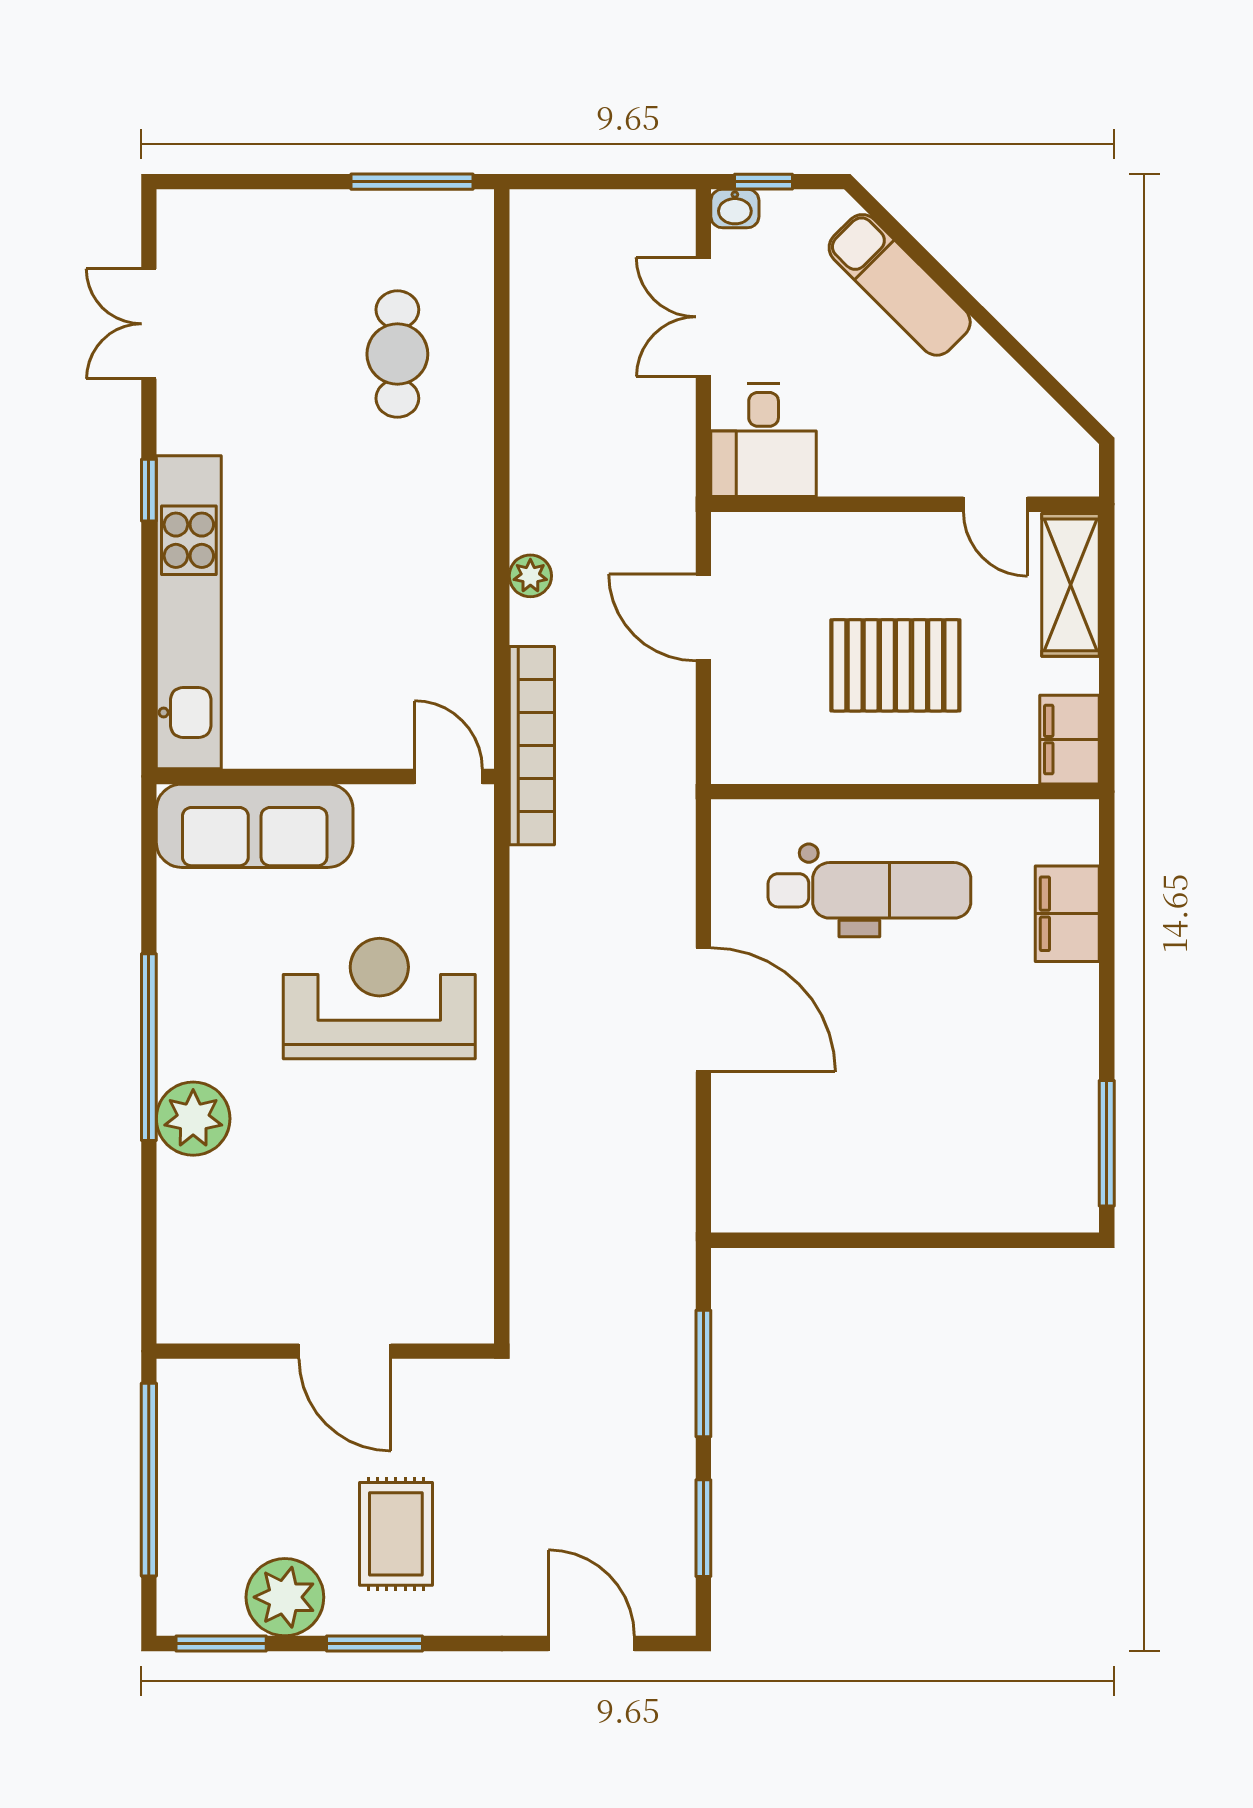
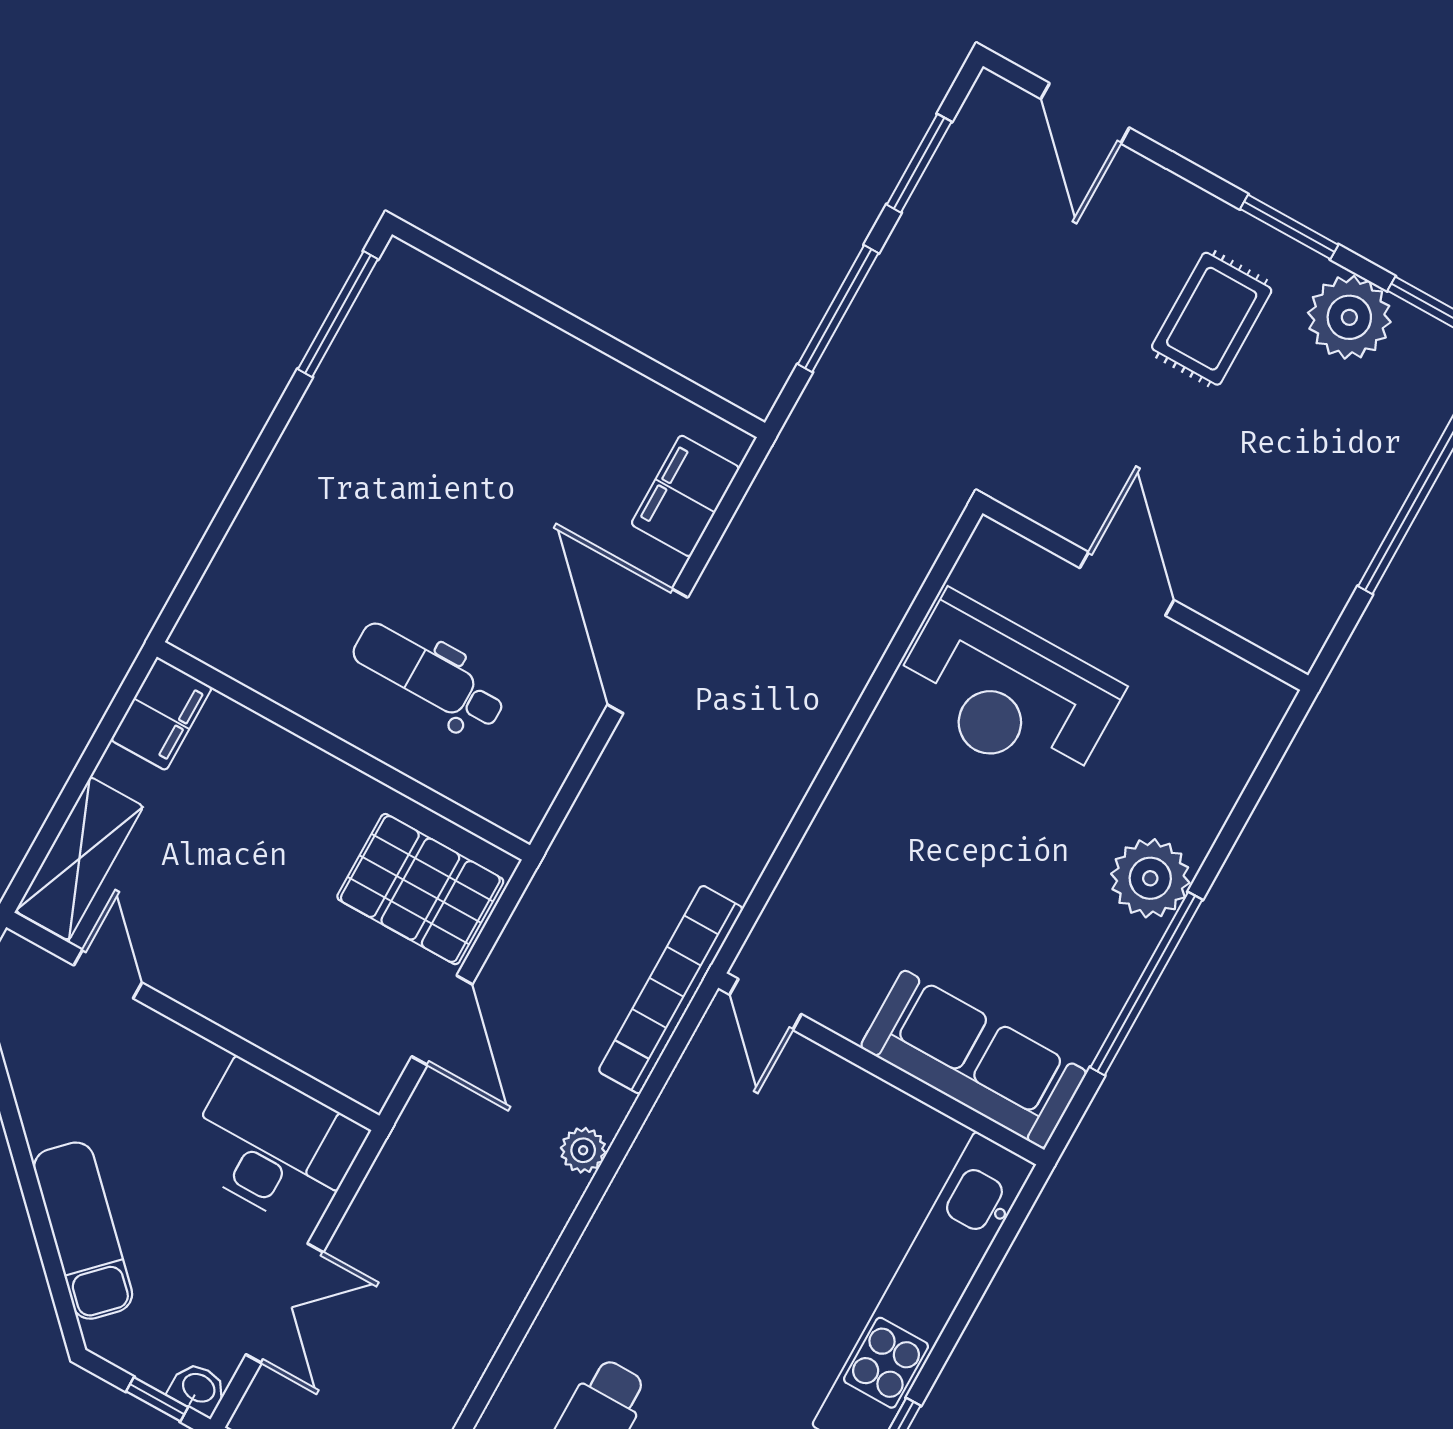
desk: (764, 440) -> (274, 1146), width x1.37
pallet: (895, 665) -> (420, 889), moved
dental chair: (869, 890) -> (429, 676), width x0.73, depth x0.72
filing cabinet: (1067, 914) -> (685, 496), moved, turned 180
reception desk: (379, 998) -> (1006, 693), moved
window: (149, 1047) -> (1146, 984), moved
plant: (193, 1119) -> (1150, 878), moved
wall: (325, 1351) -> (1145, 594), moved
door: (345, 1351) -> (1127, 584), moved

